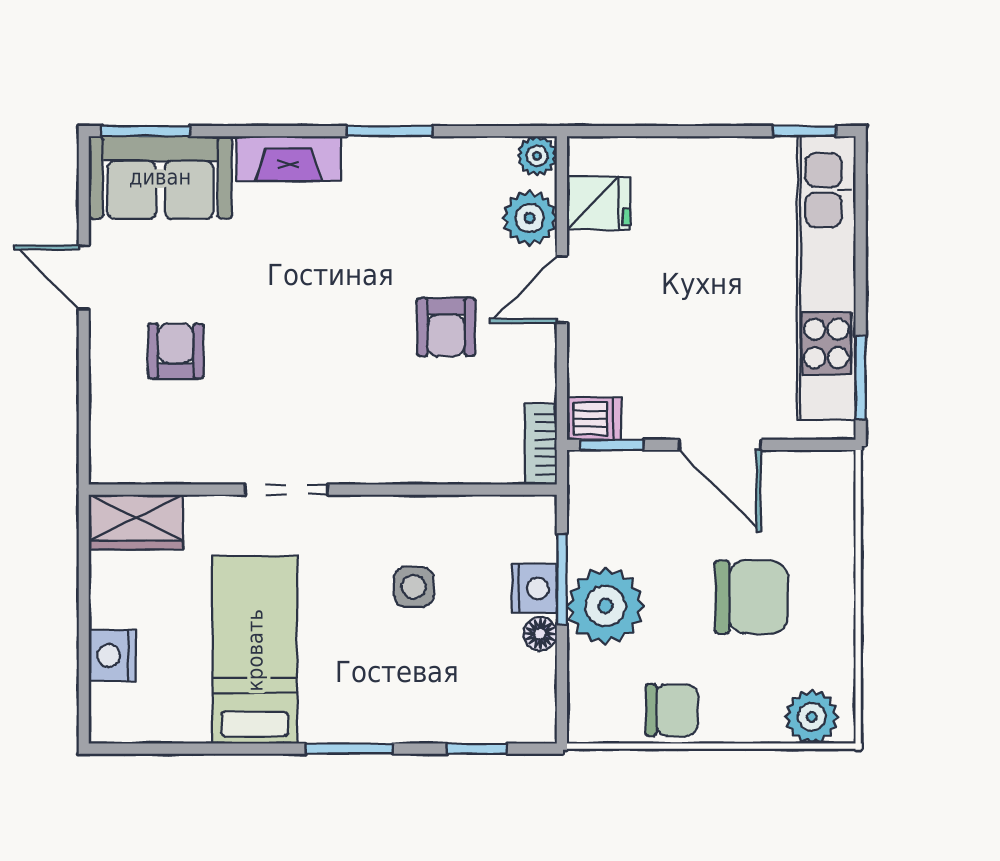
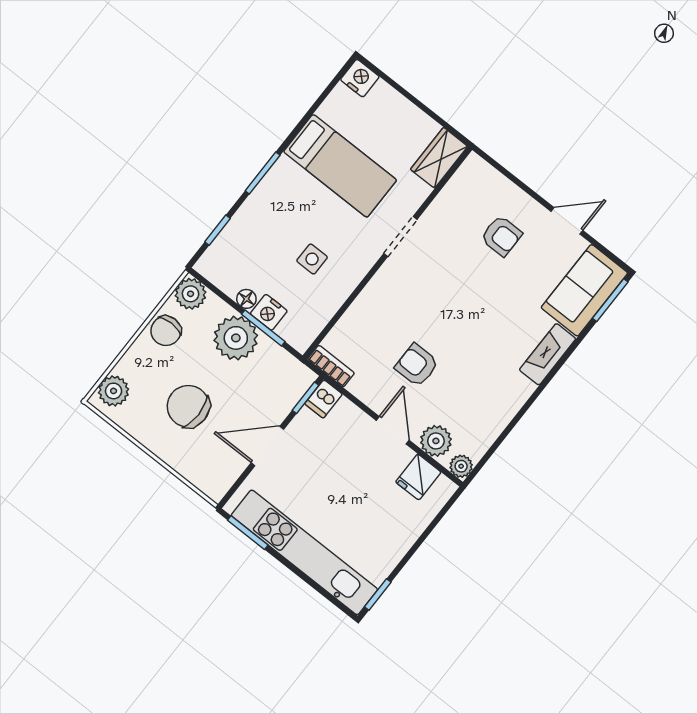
window: (390, 131) -> (524, 409), removed
chair: (751, 597) -> (188, 406), turned 90
nightstand: (112, 655) -> (360, 78), moved
plant: (594, 717) -> (191, 294), added

